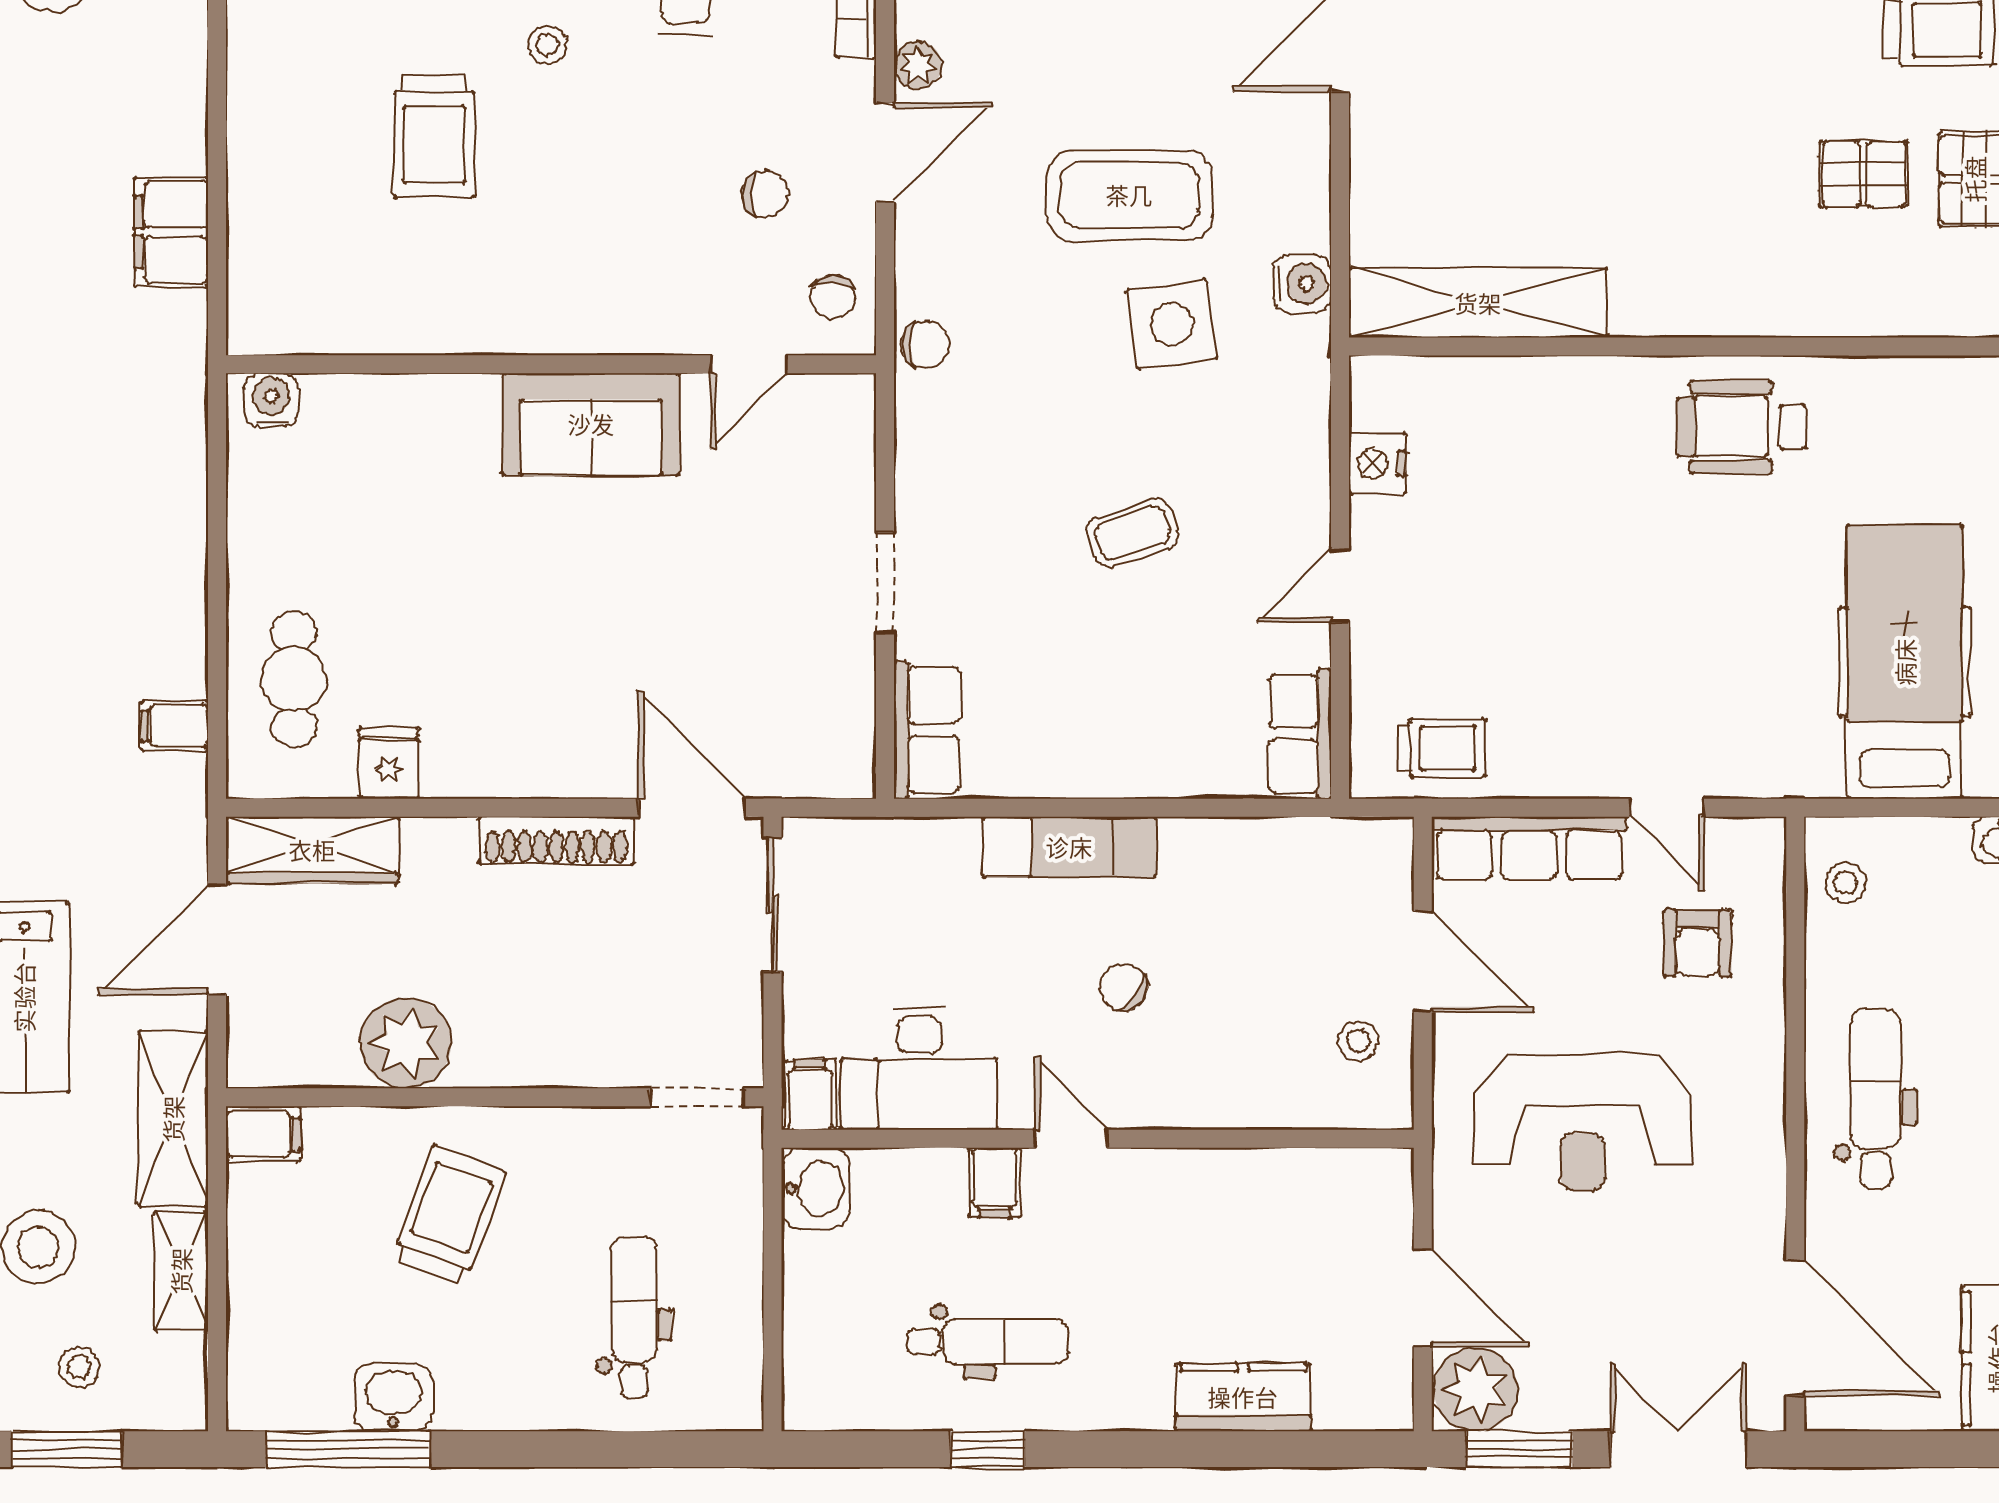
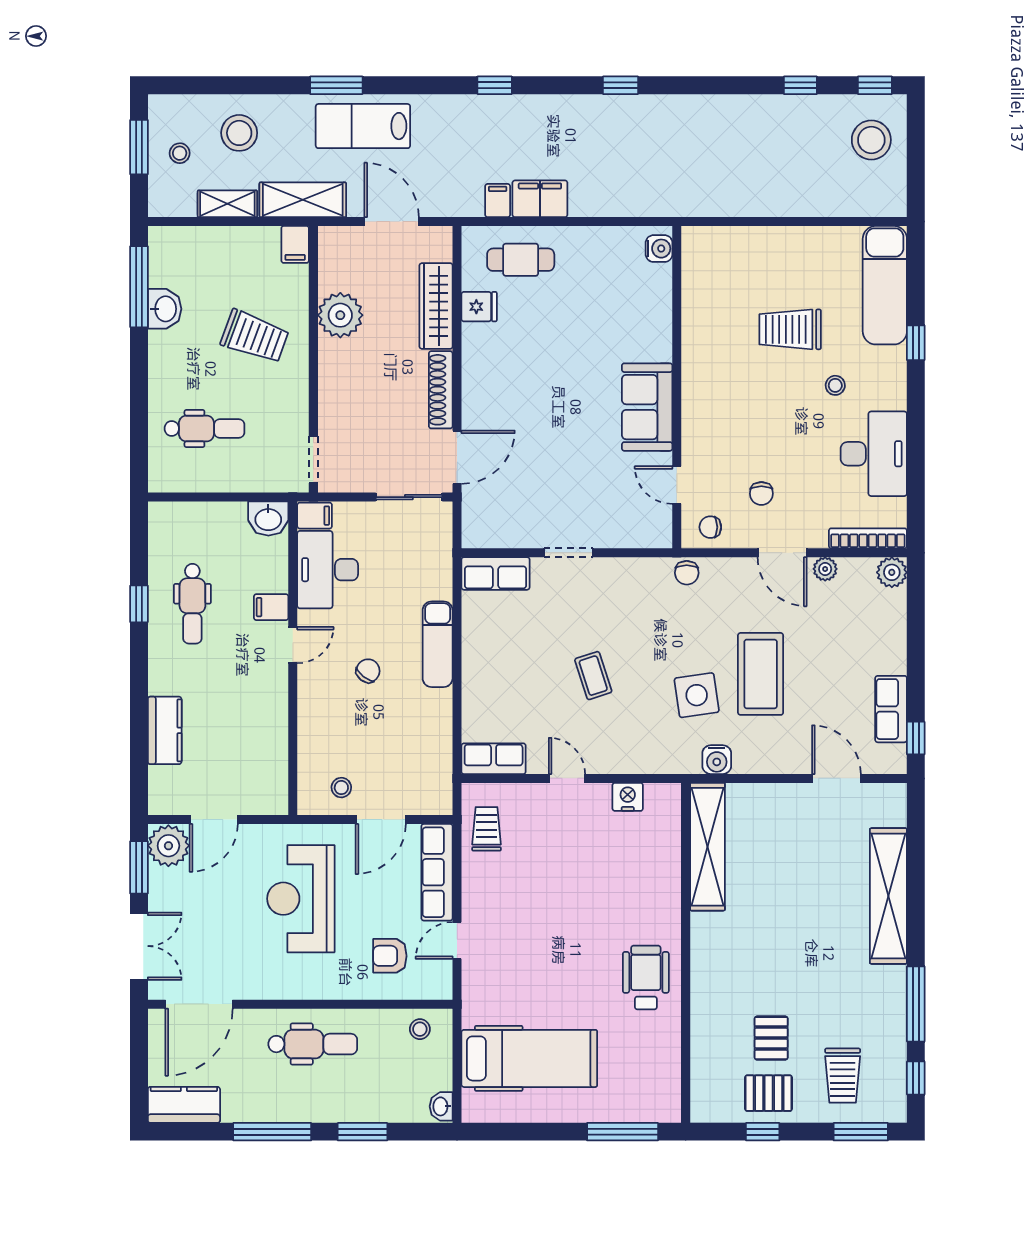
filing cabinet: (171, 232) -> (540, 199), moved
trolley: (1442, 748) -> (487, 829), turned 180
wardrobe: (312, 850) -> (436, 306), moved

